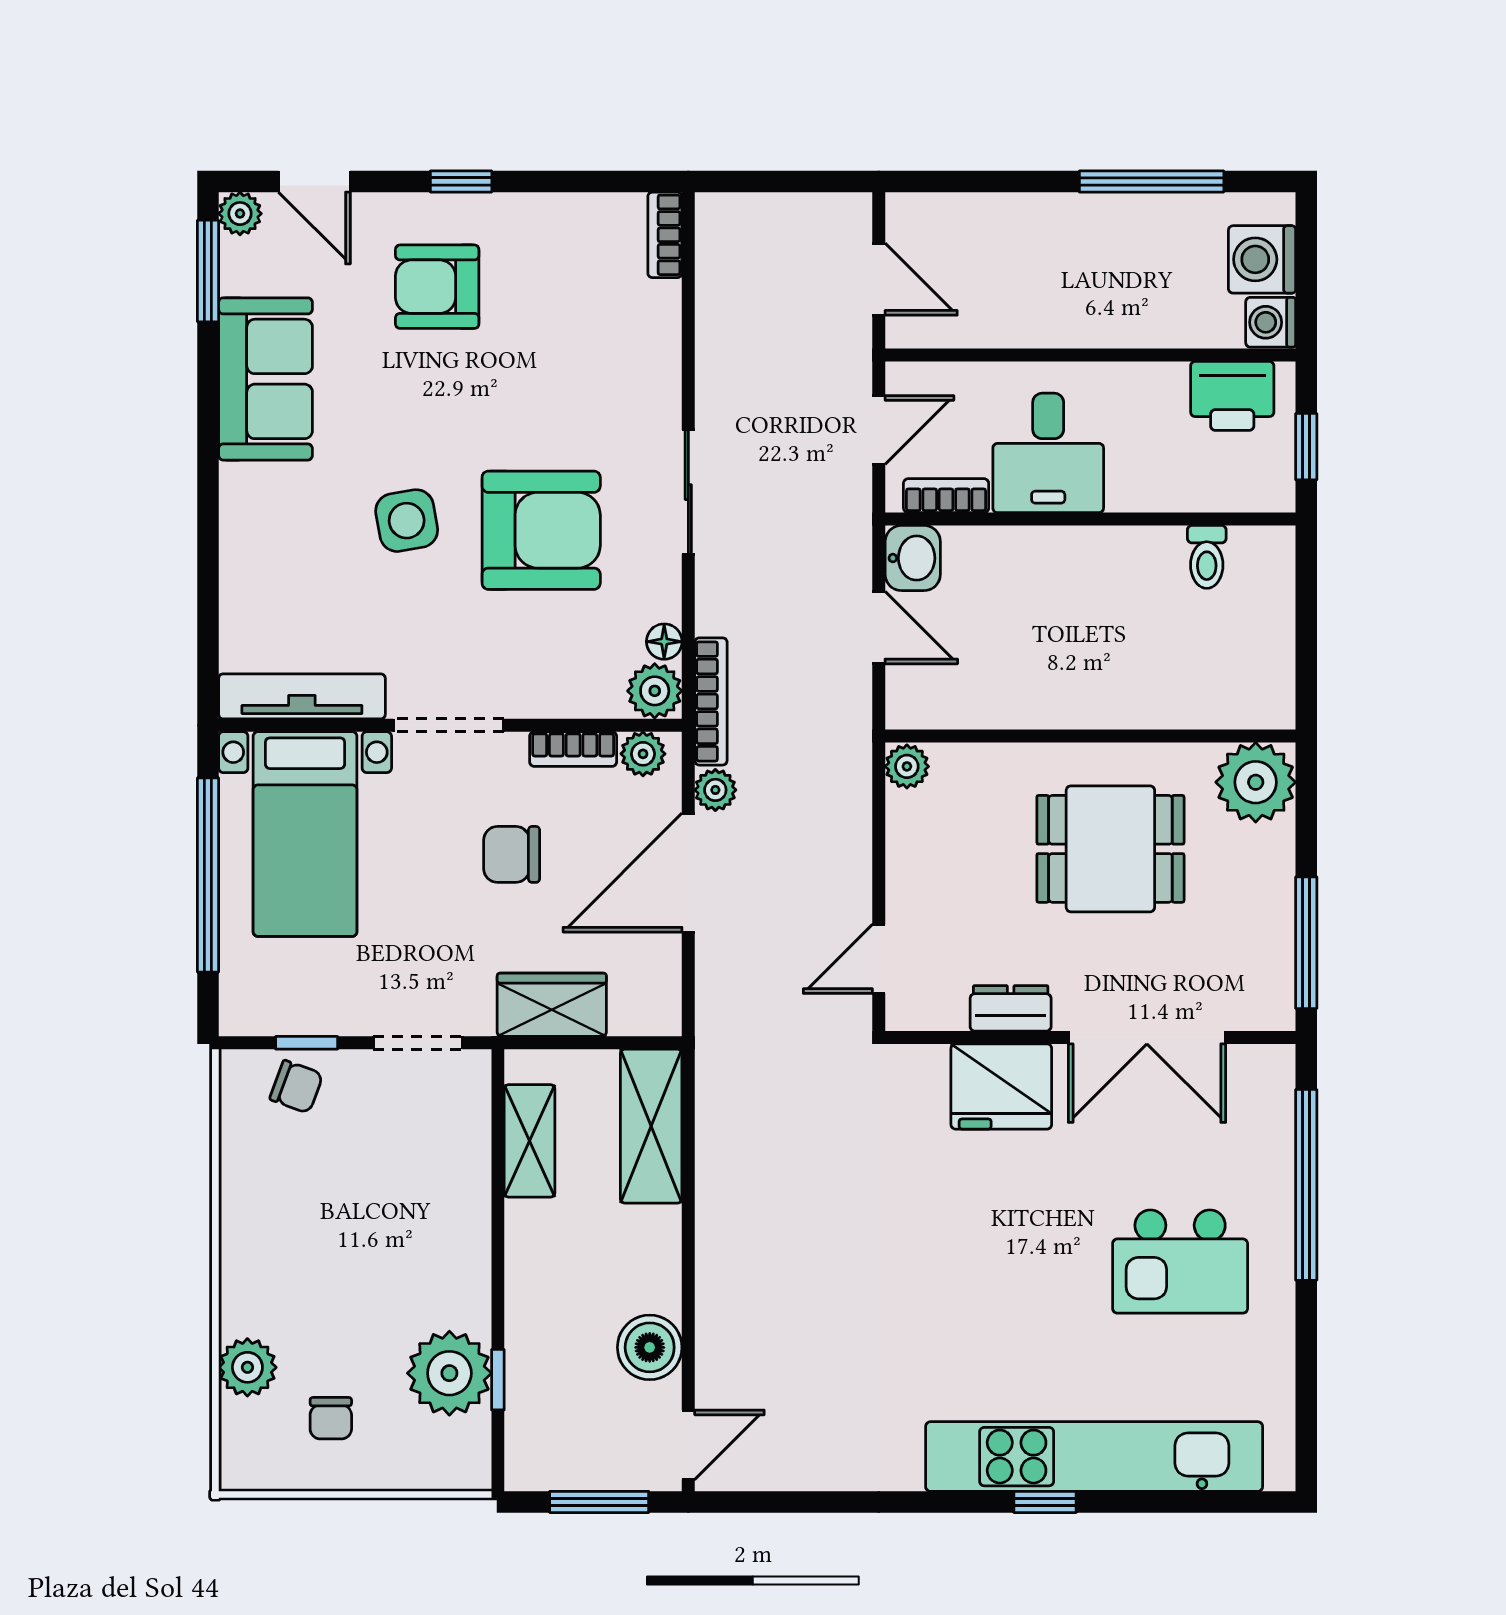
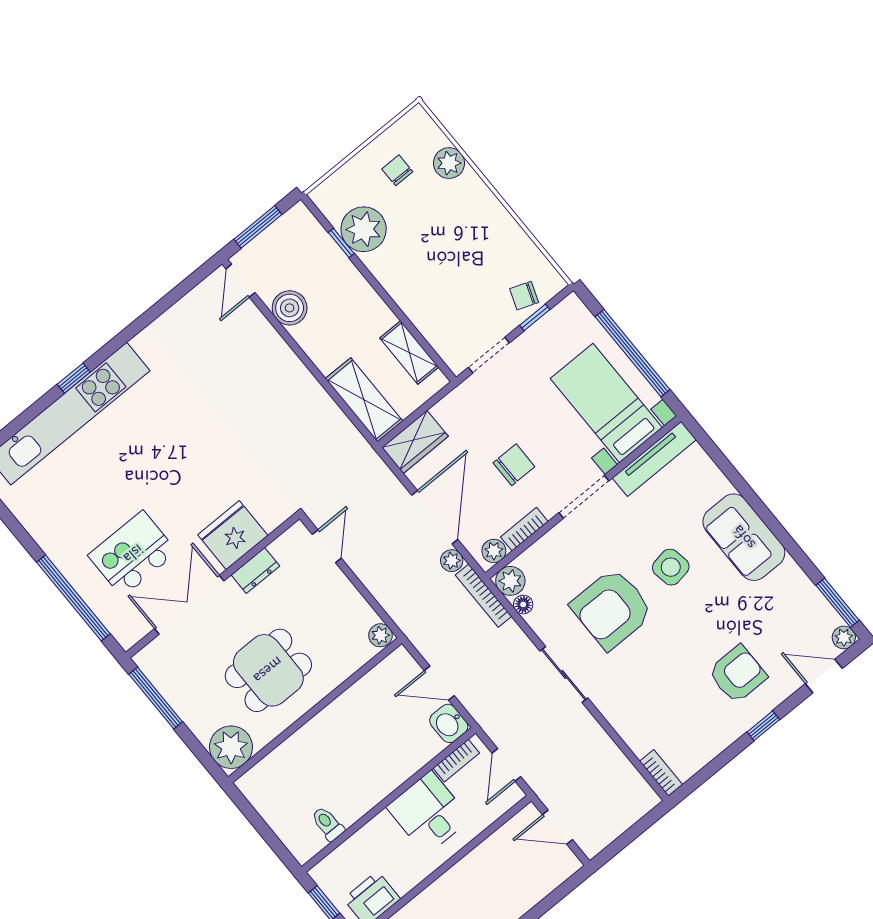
sofa: (265, 379) -> (744, 537), moved
wardrobe: (552, 1005) -> (415, 442), moved
kitchen island: (1180, 1262) -> (133, 554), moved

